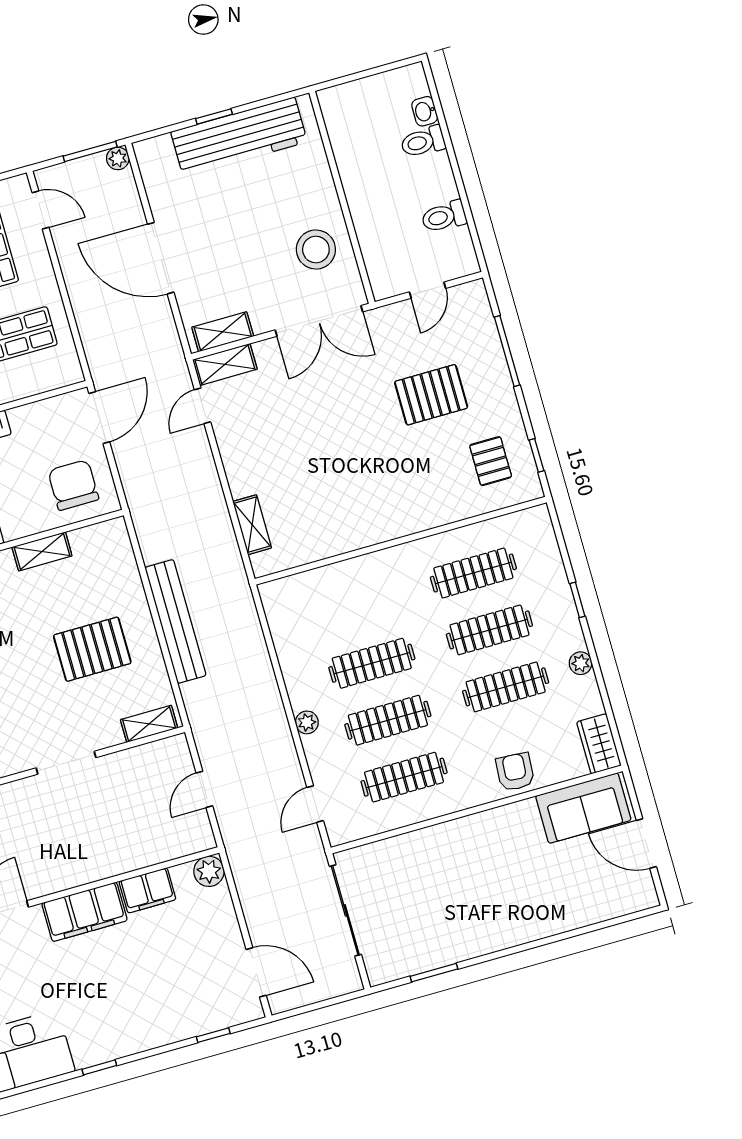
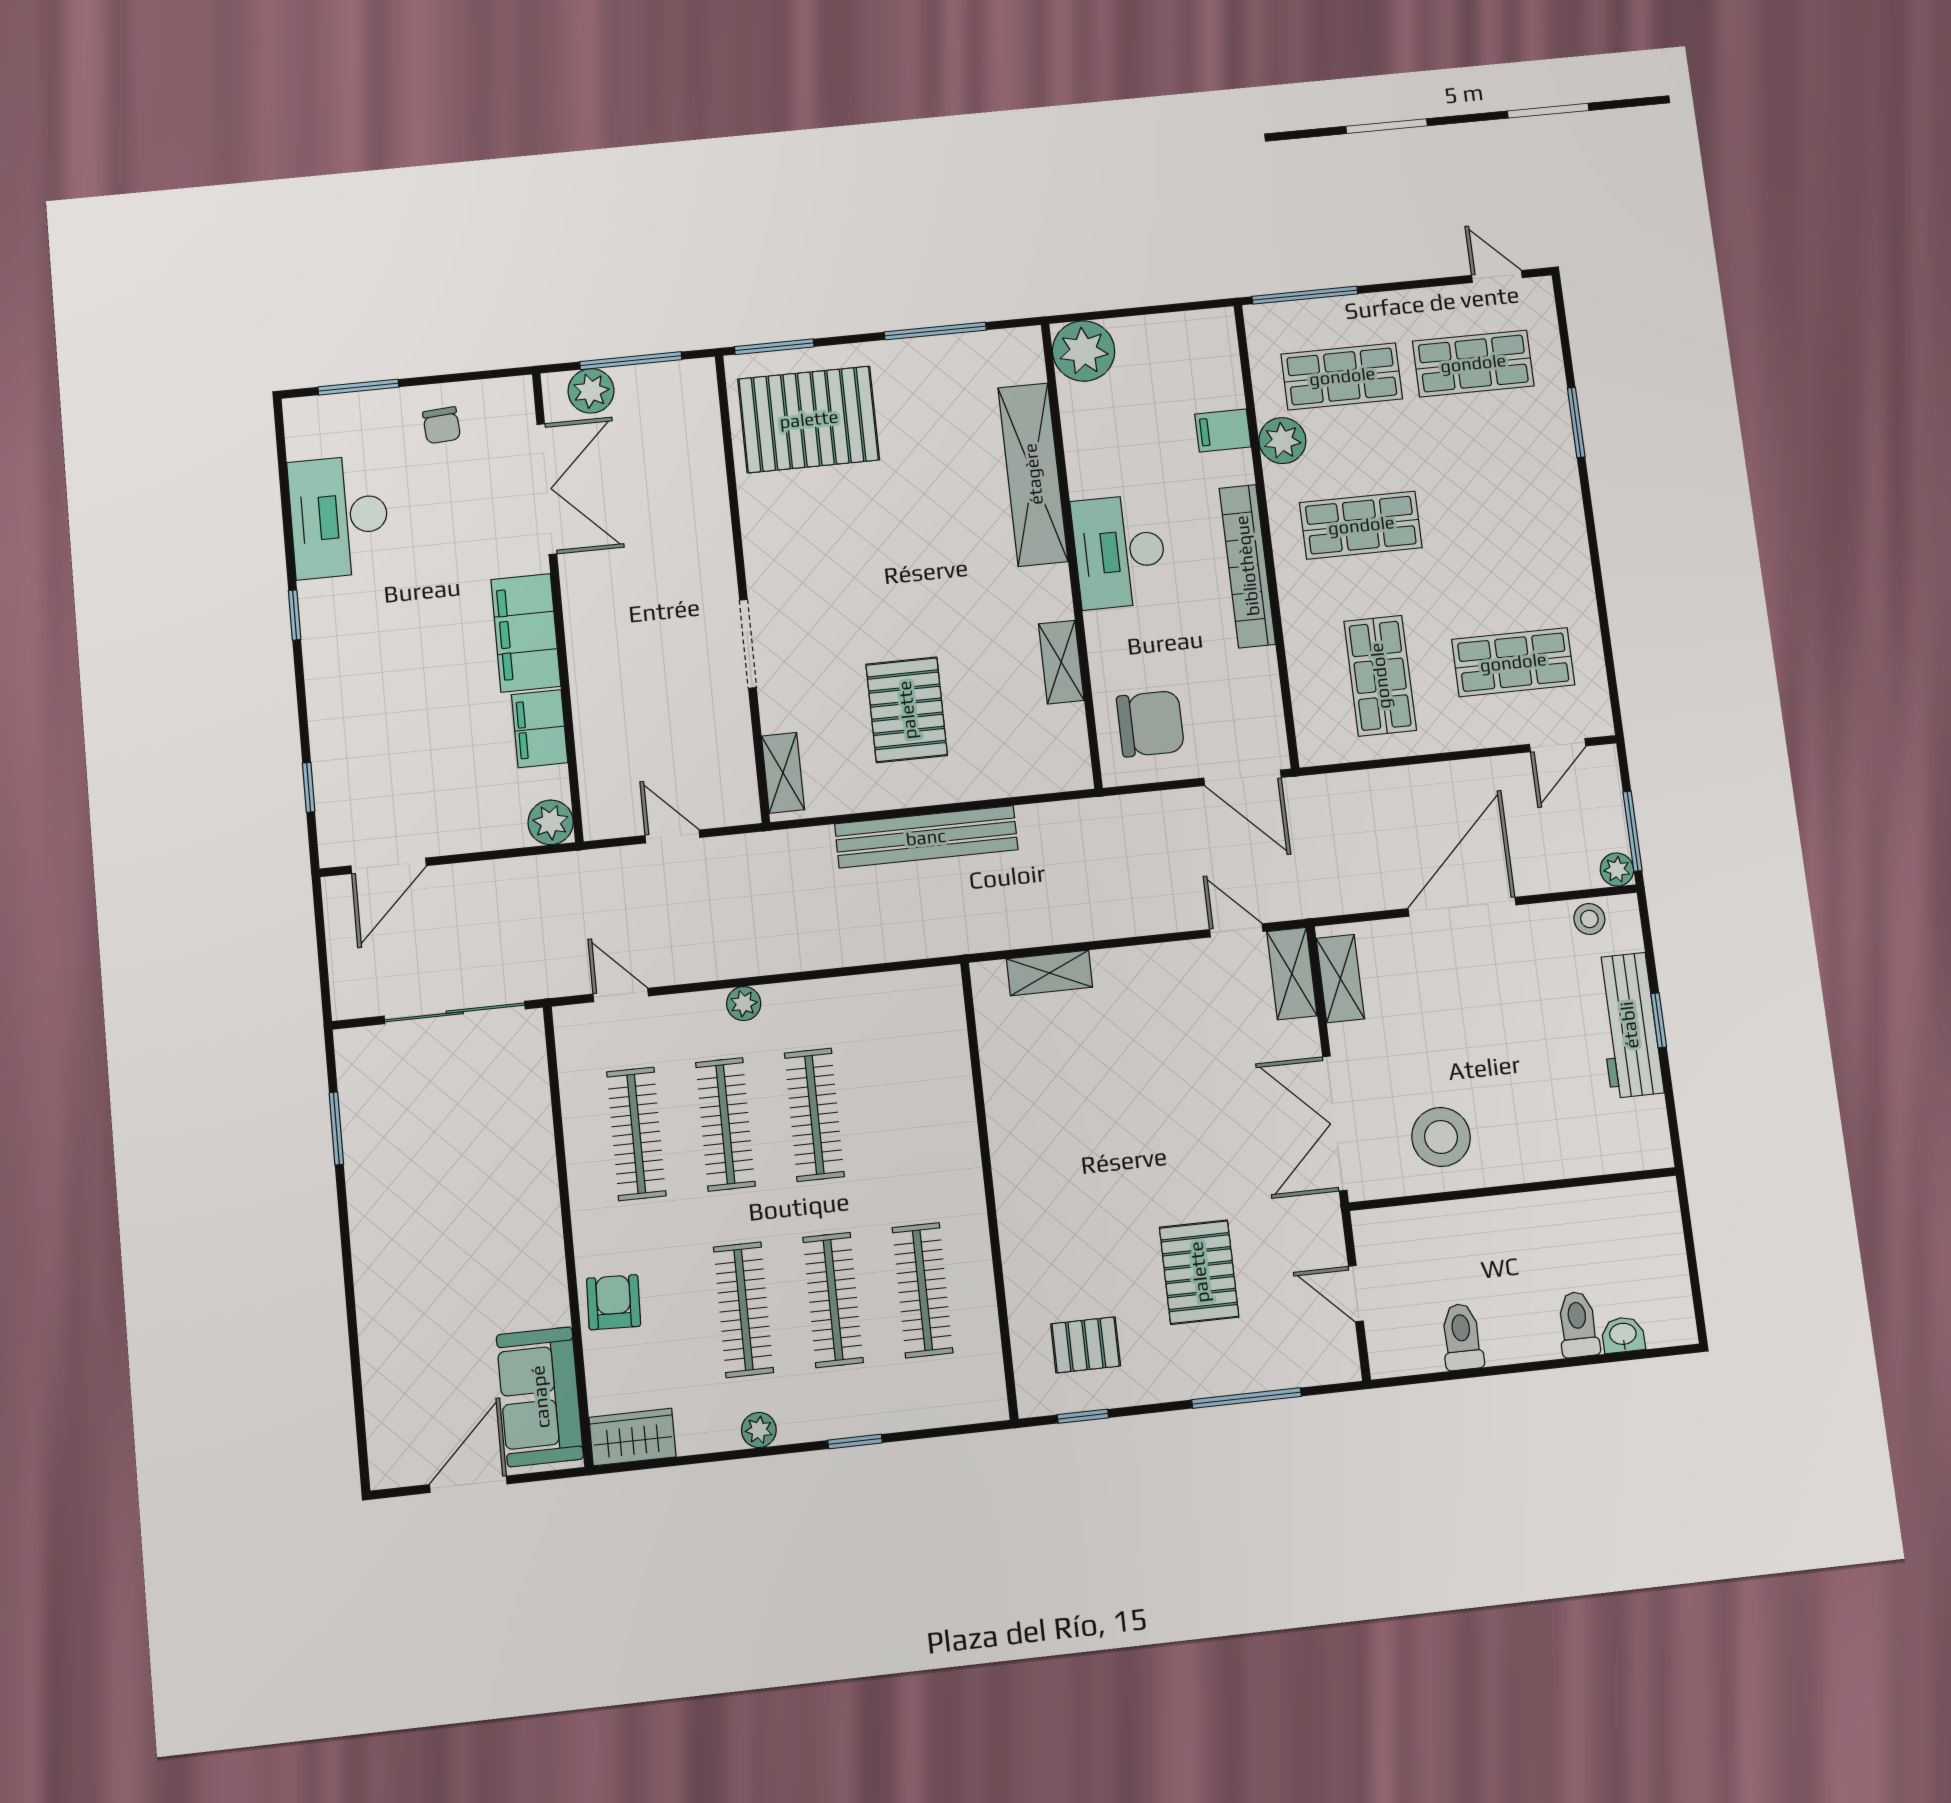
workbench: (239, 137) -> (1629, 1025), width x0.73, depth x0.76
stool: (154, 172) -> (1589, 919), added
armchair: (515, 772) -> (614, 1302), turned -92

